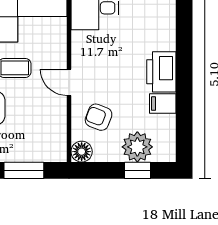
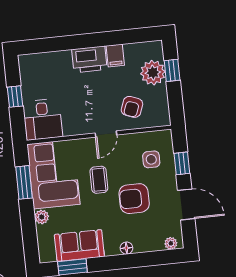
side table: (33, 134) -> (151, 159), added
floor lamp: (82, 152) -> (162, 118), removed
window: (24, 170) -> (182, 163), width x0.67

